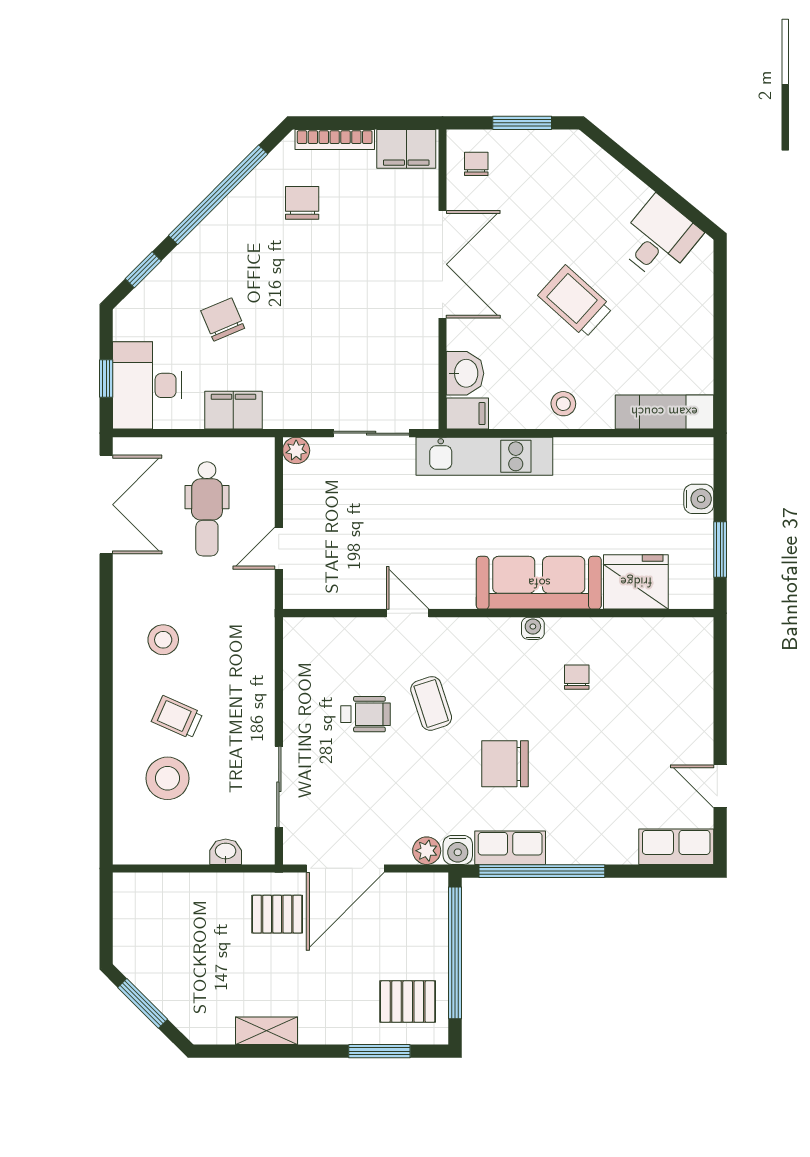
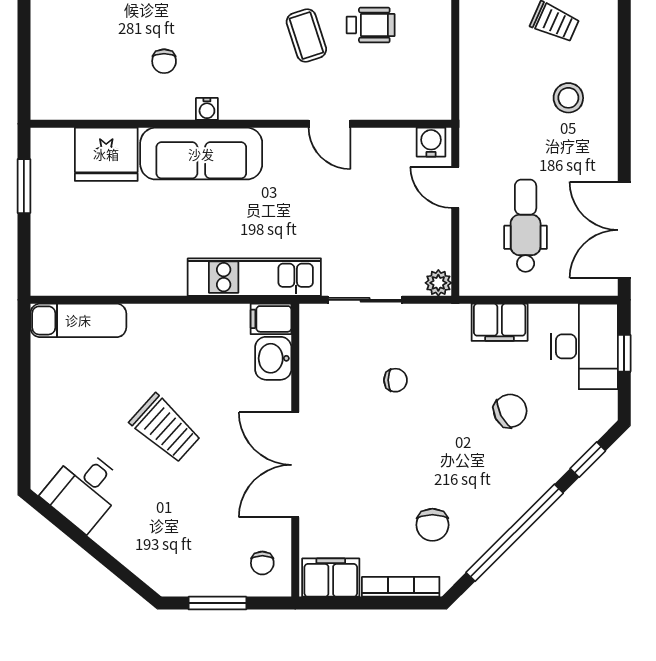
chair: (223, 320) -> (510, 411), turned -94
chair: (340, 351) -> (395, 380), added
stool: (563, 404) -> (177, 329), removed
water cooler: (699, 499) -> (431, 142), moved, turned 90
door: (279, 548) -> (455, 187), swing flipped
wheelchair: (366, 714) -> (371, 25), turned 180

